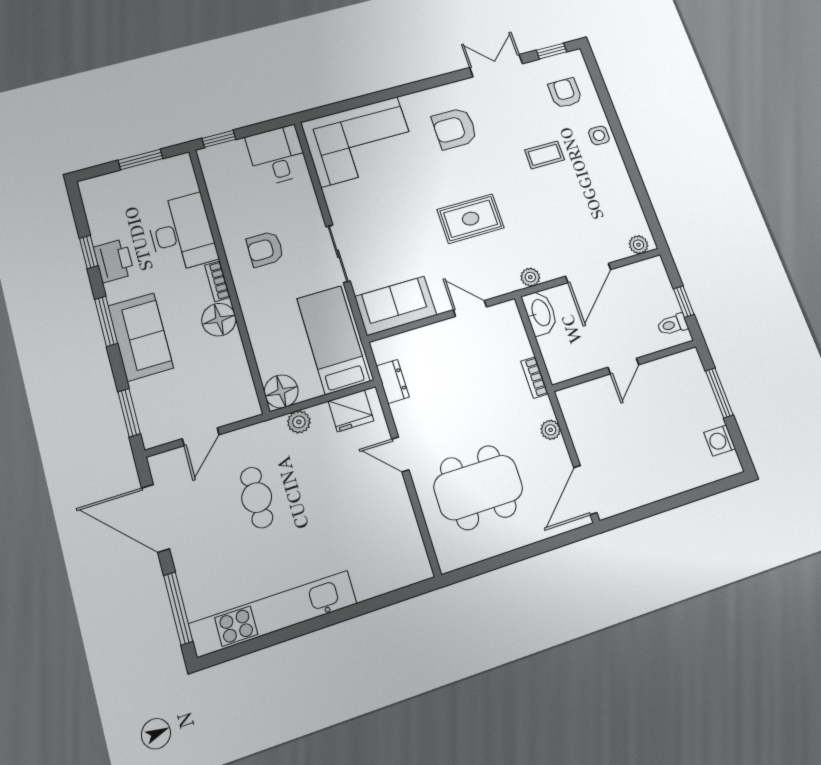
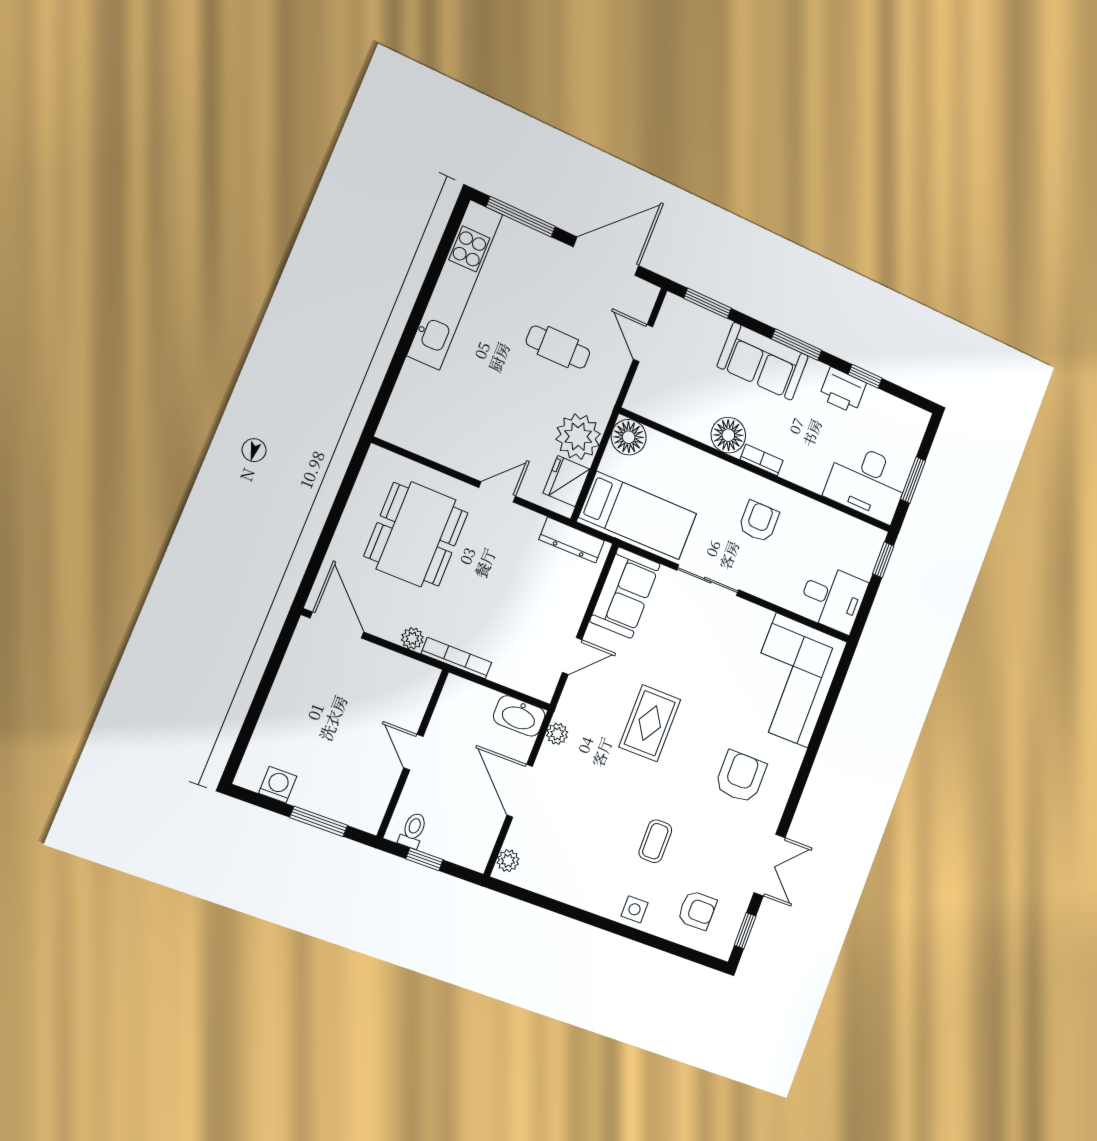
desk: (182, 233) -> (867, 482), moved
bookcase: (535, 378) -> (456, 658), width x1.56
dresser: (393, 381) -> (572, 540), width x1.44
plant: (299, 422) -> (578, 437), width x1.87, depth x1.87

